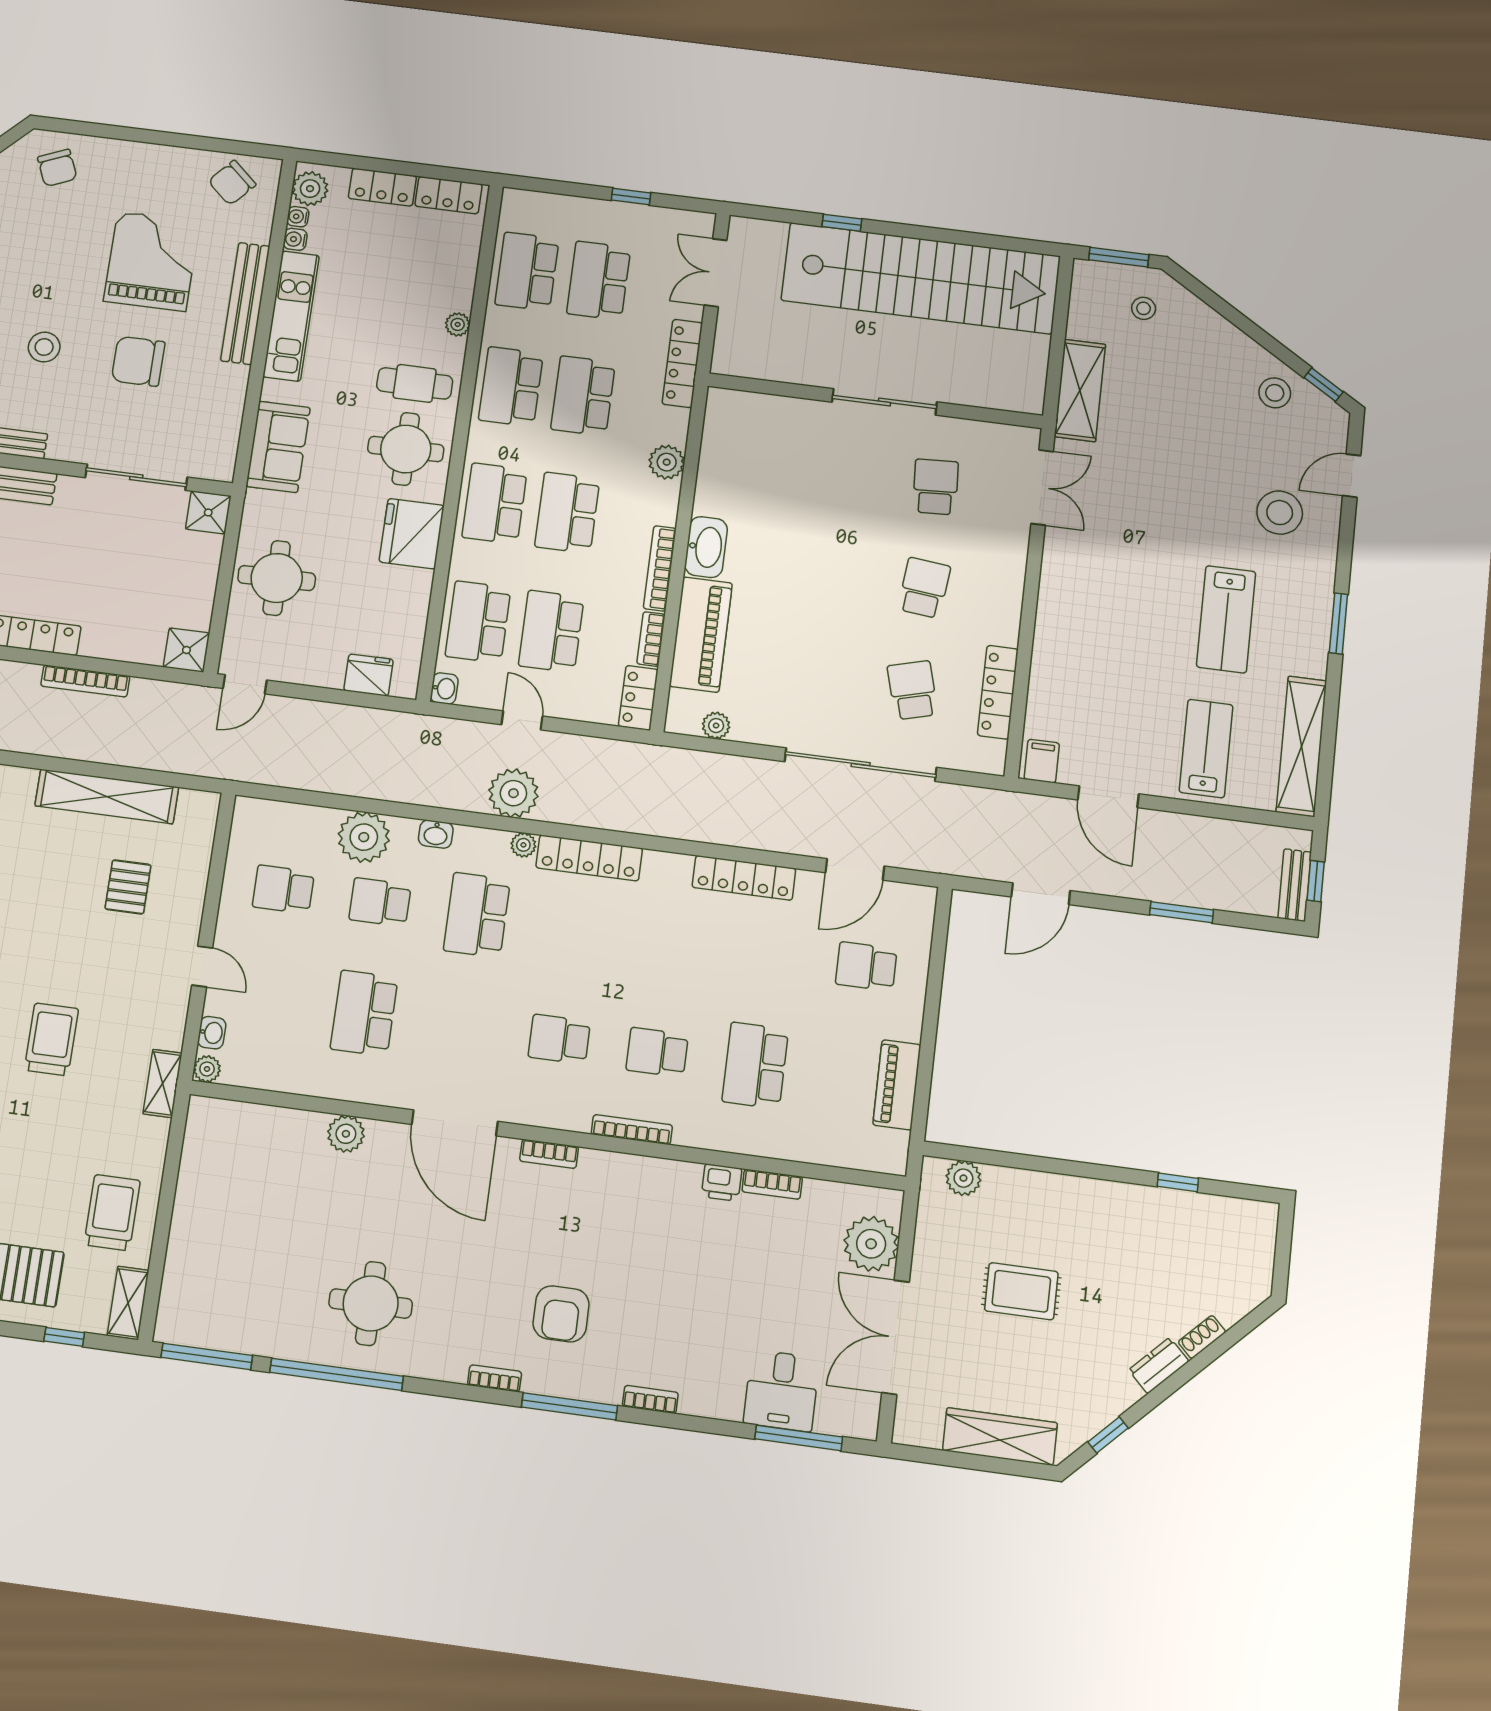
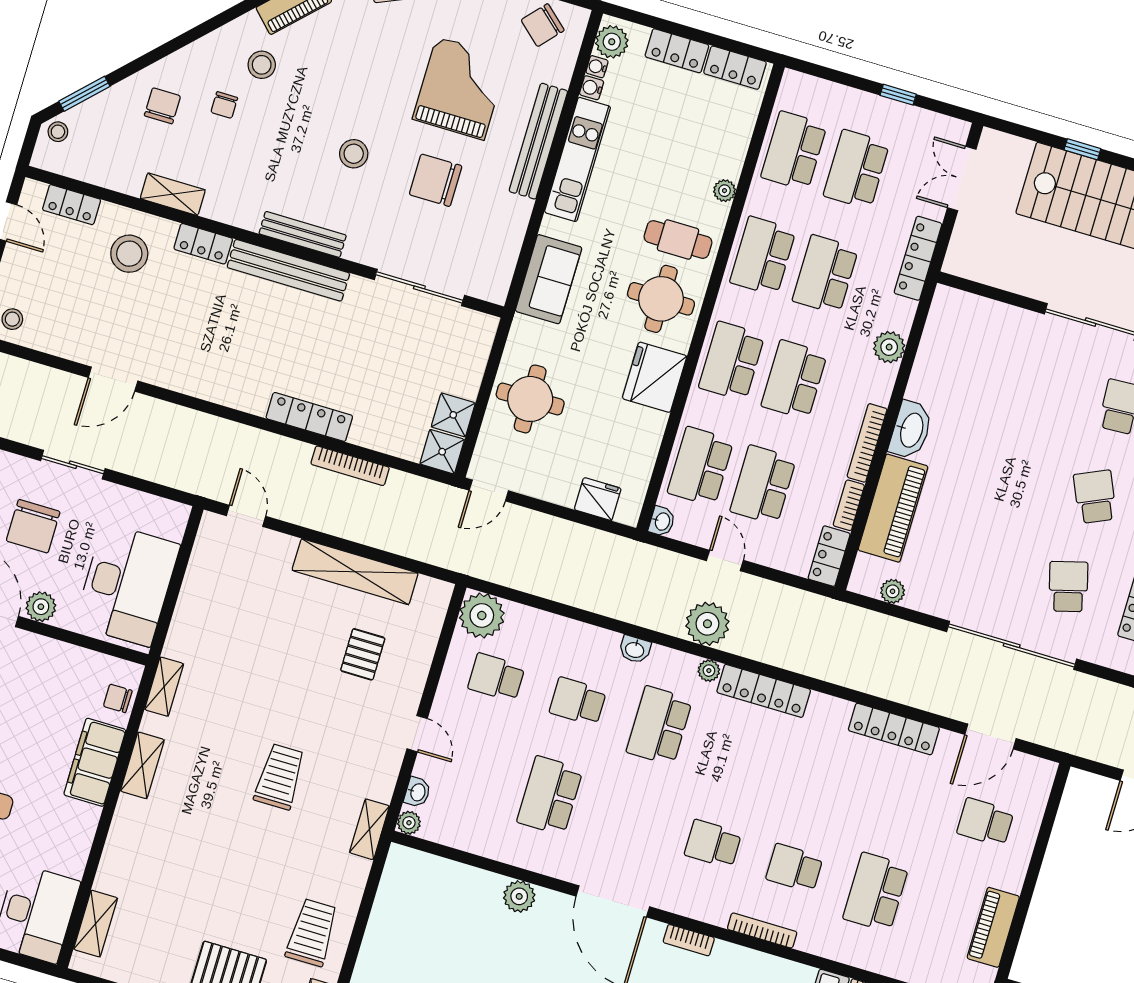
shower: (208, 512) -> (453, 415), moved
school desk: (924, 588) -> (1095, 497), turned -30
plant: (364, 837) -> (482, 616), moved

